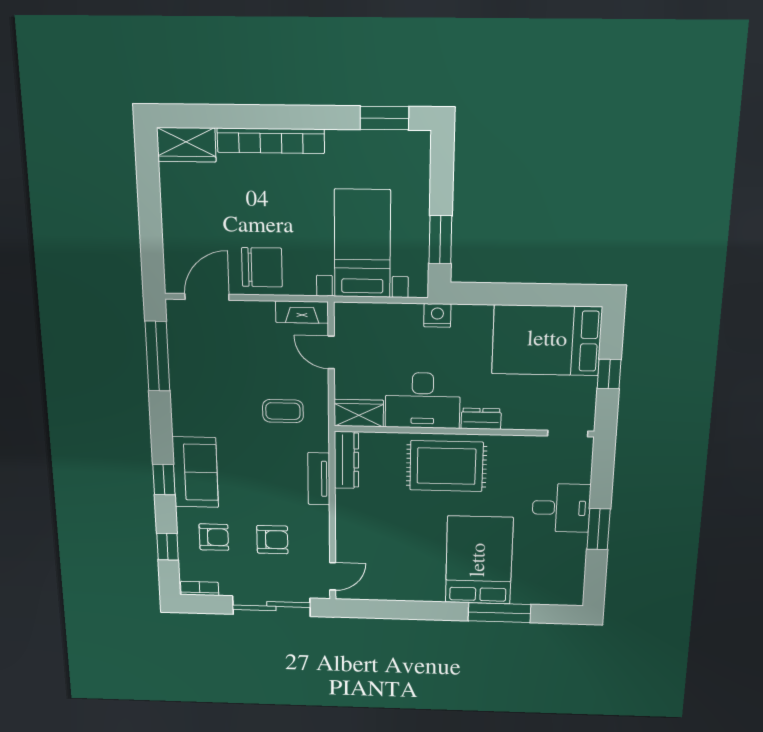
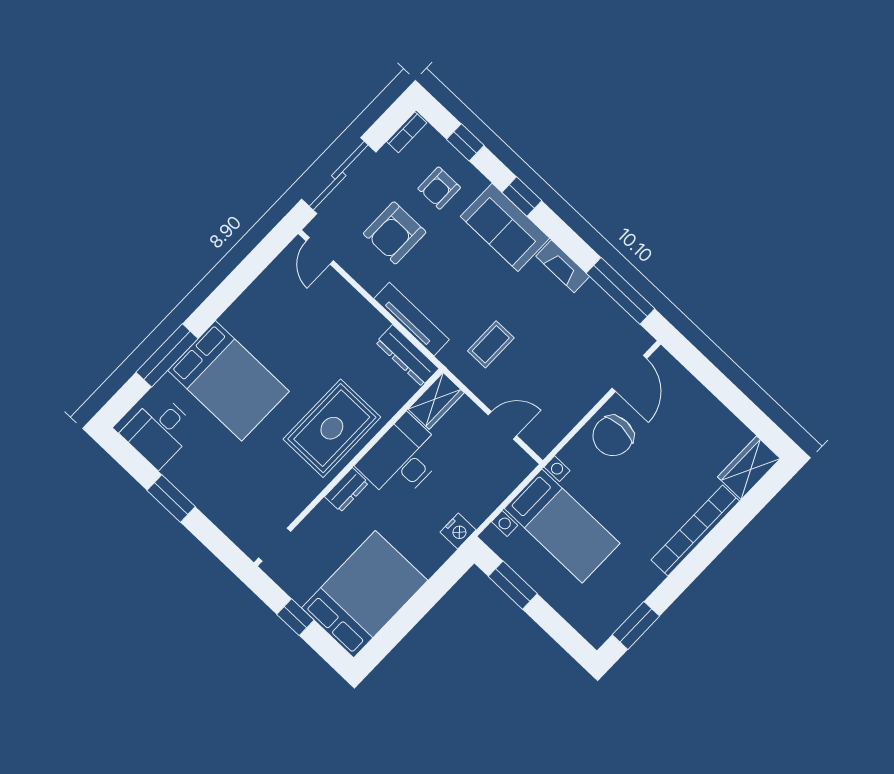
fireplace: (302, 312) -> (563, 266), moved, turned -90
tv unit: (319, 479) -> (412, 319), width x1.41
desk: (561, 508) -> (159, 431), moved
armchair: (272, 540) -> (395, 233), width x1.38, depth x1.38

